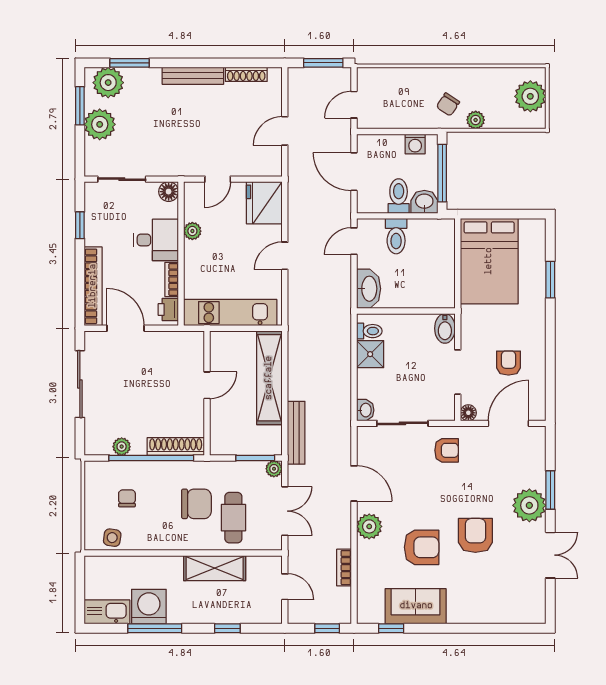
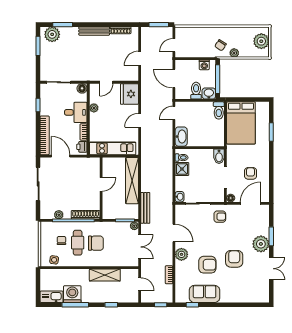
plant: (100, 124) -> (48, 55), removed
toilet: (396, 236) -> (219, 110), moved
cafe table: (233, 518) -> (78, 243), moved

